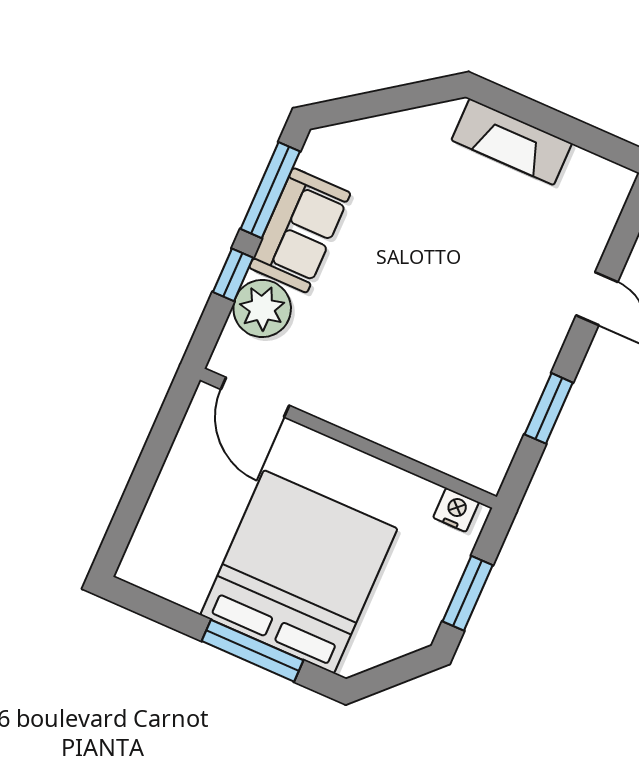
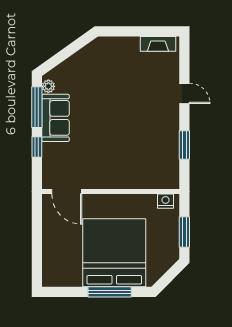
fireplace: (512, 142) -> (158, 44), moved, width x0.73, depth x0.76
plant: (262, 308) -> (48, 86), moved, width x0.53, depth x0.53

